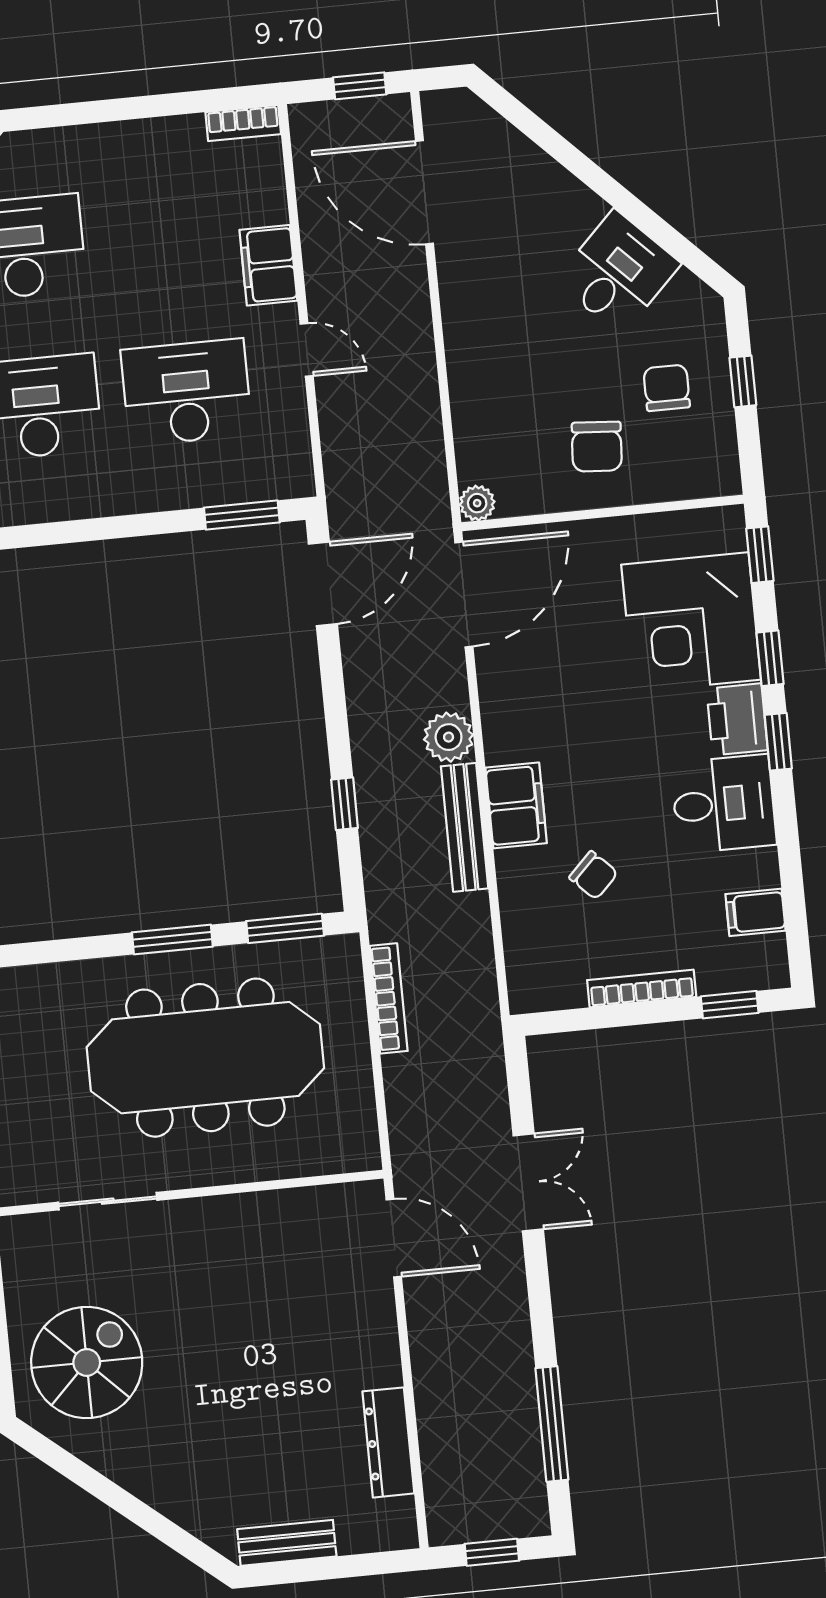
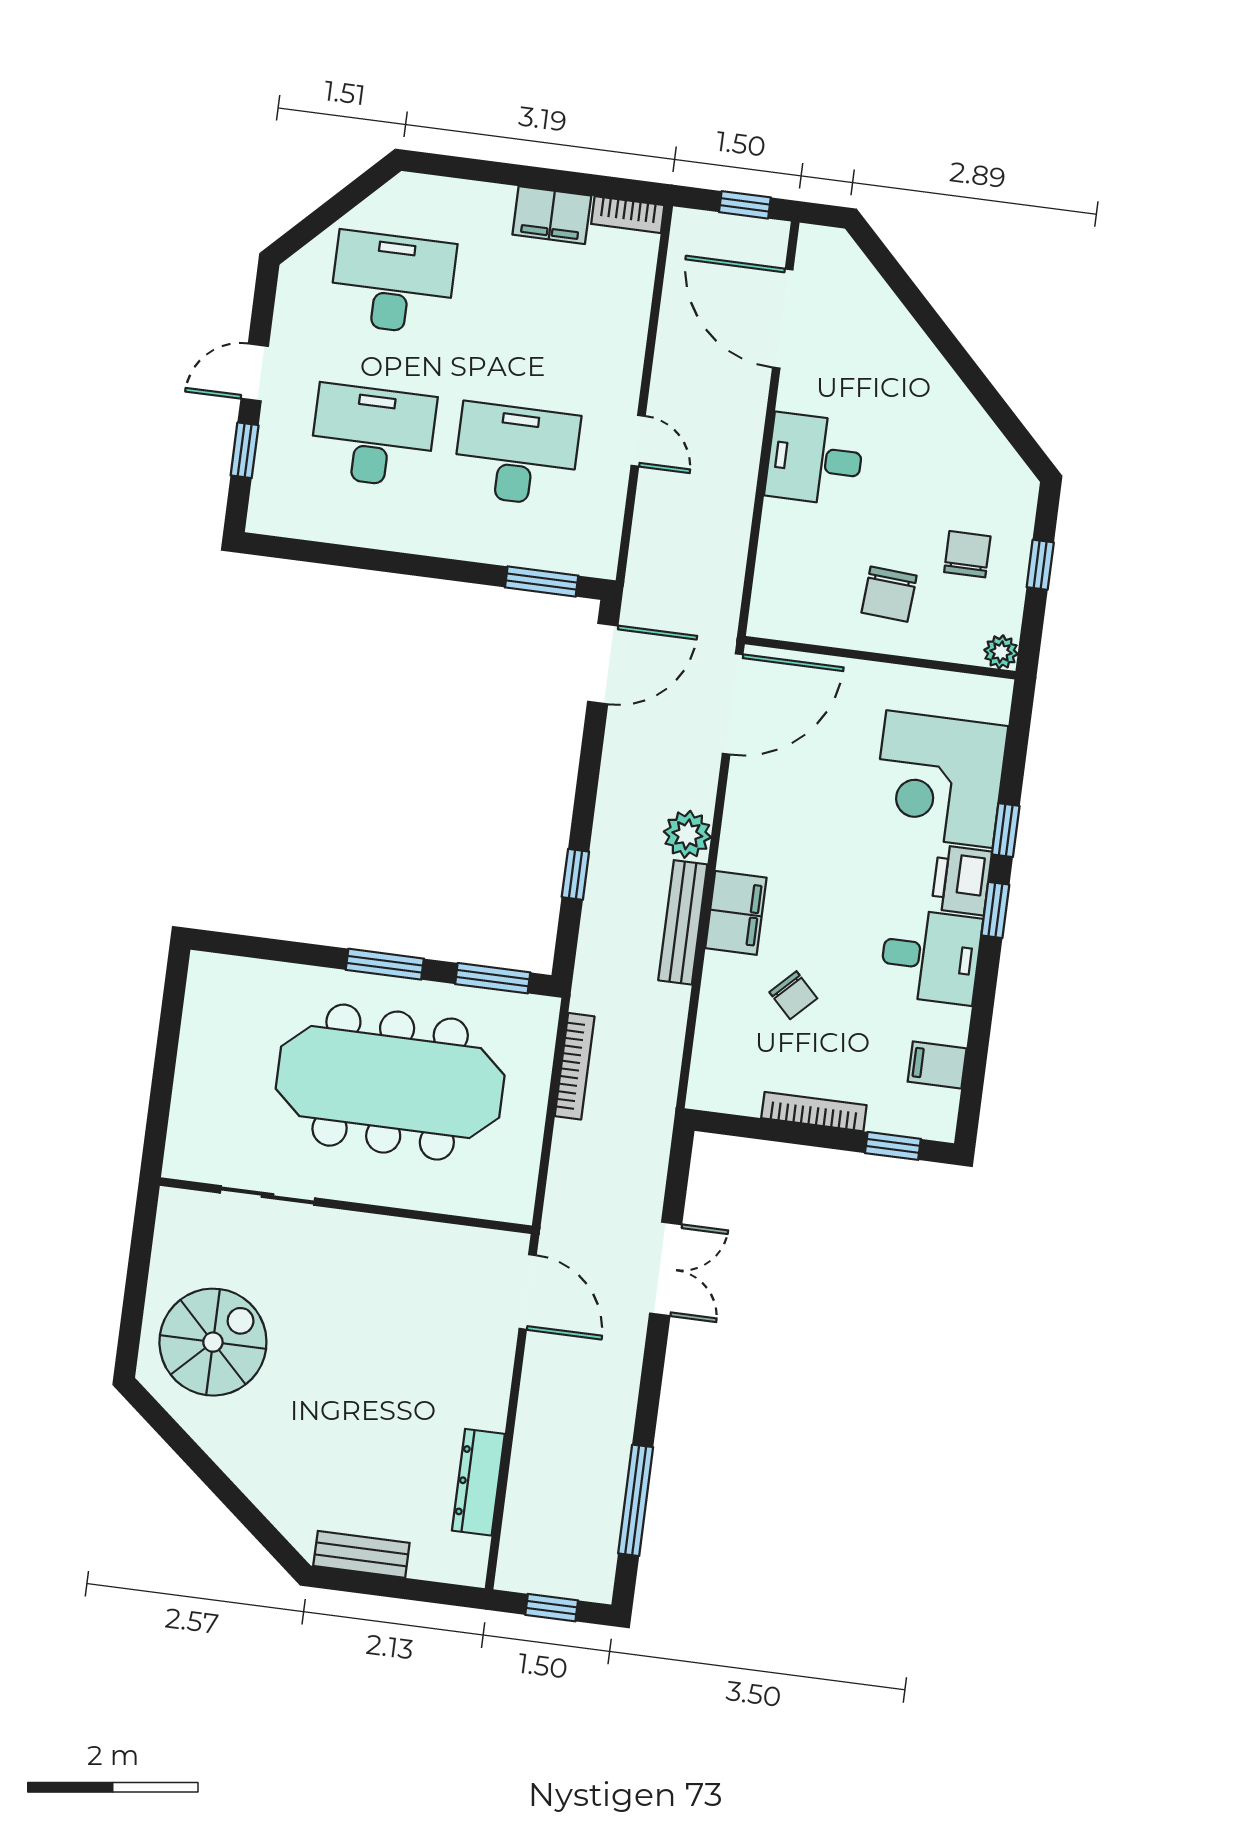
filing cabinet: (268, 265) -> (552, 215), moved, turned -90
desk: (618, 272) -> (815, 459), moved, turned -135
plant: (477, 503) -> (1001, 652), moved
window: (760, 555) -> (1019, 731), removed

